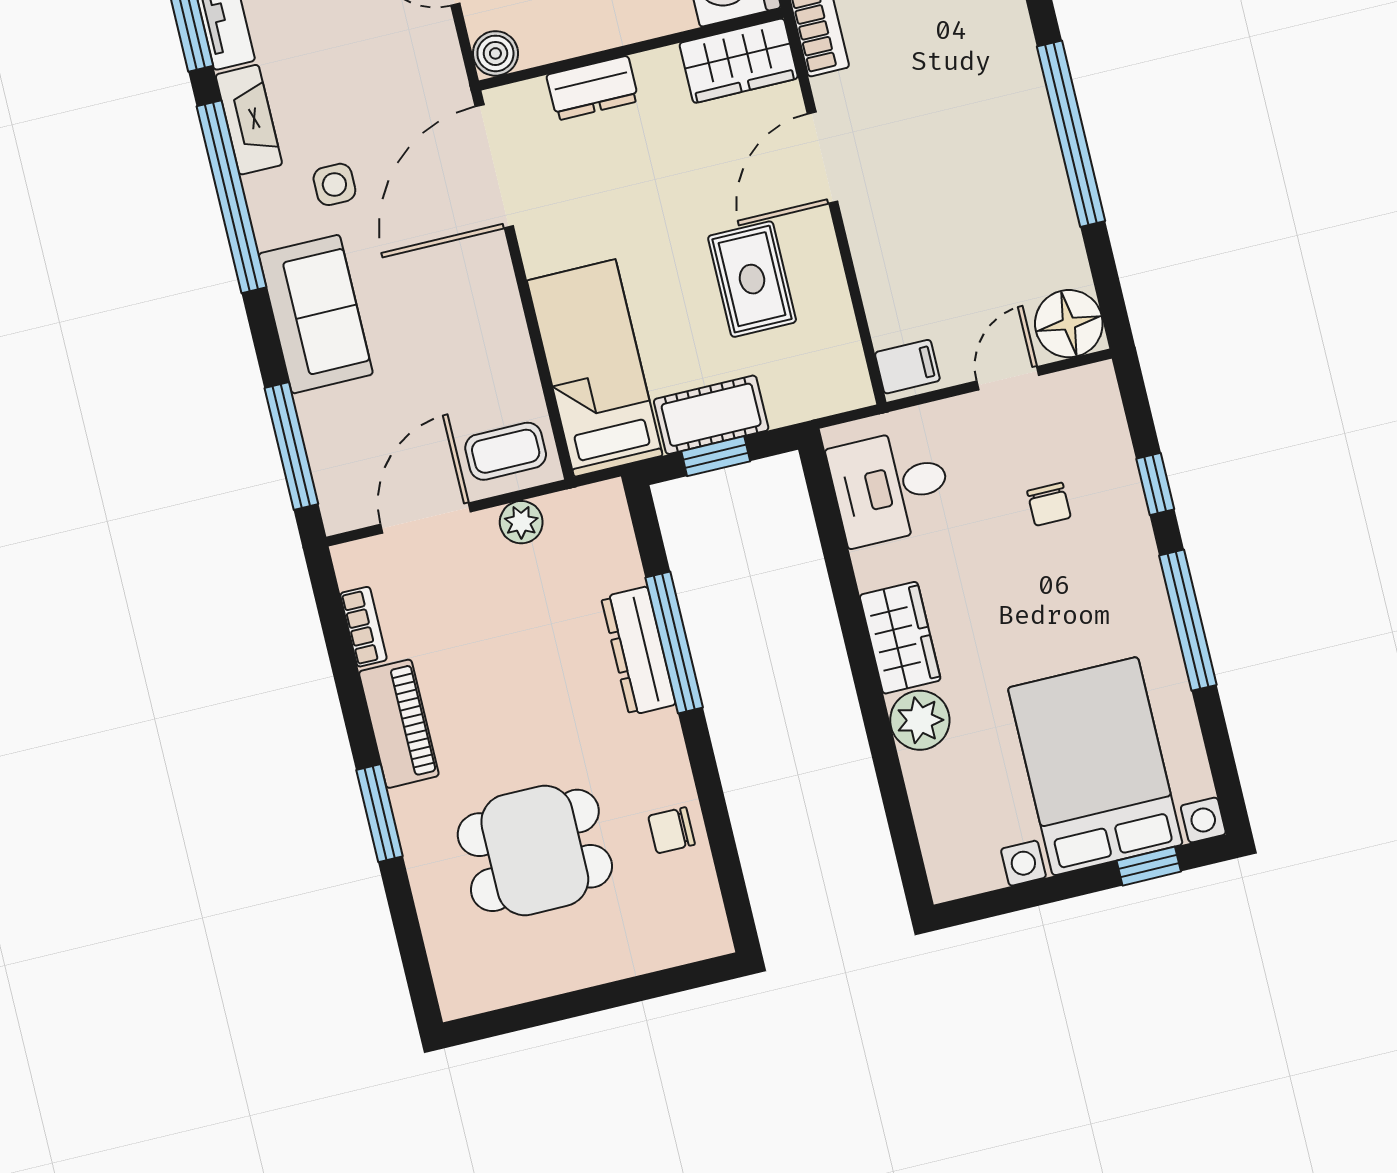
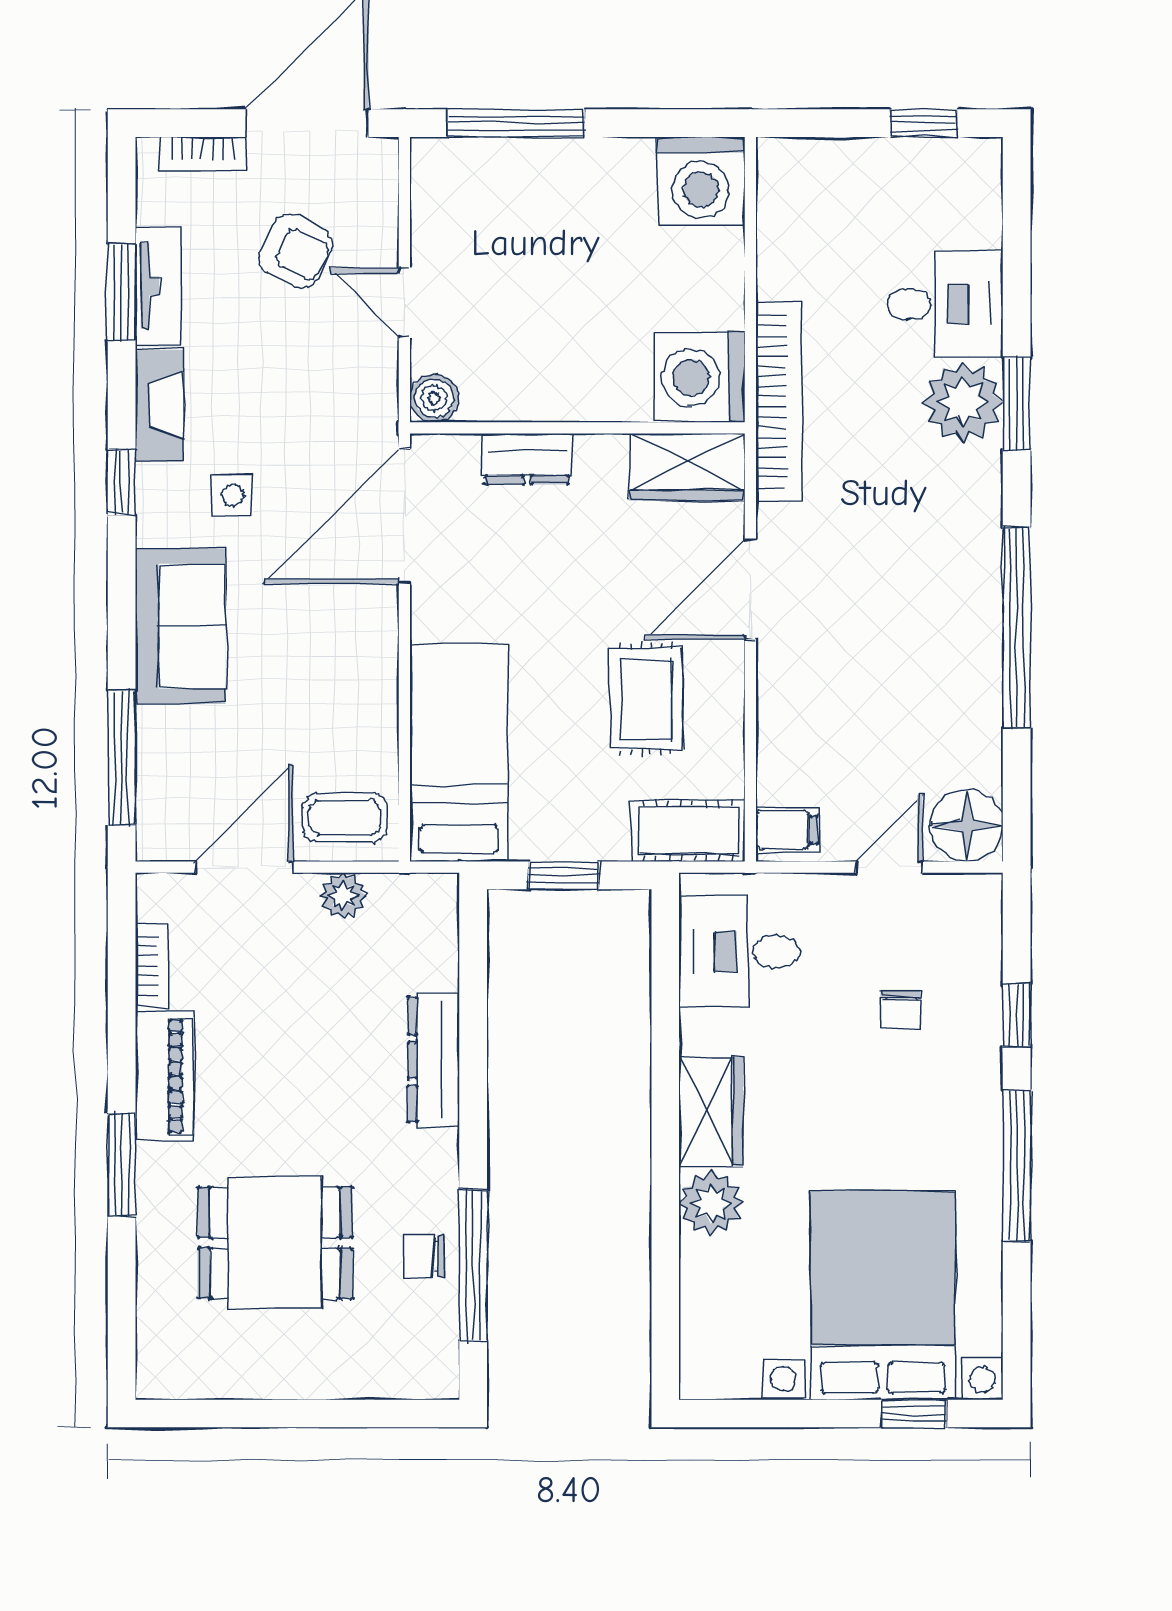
window: (232, 197) -> (122, 482), width x0.32
cot: (711, 415) -> (688, 831), moved
window: (674, 643) -> (473, 1265), moved

